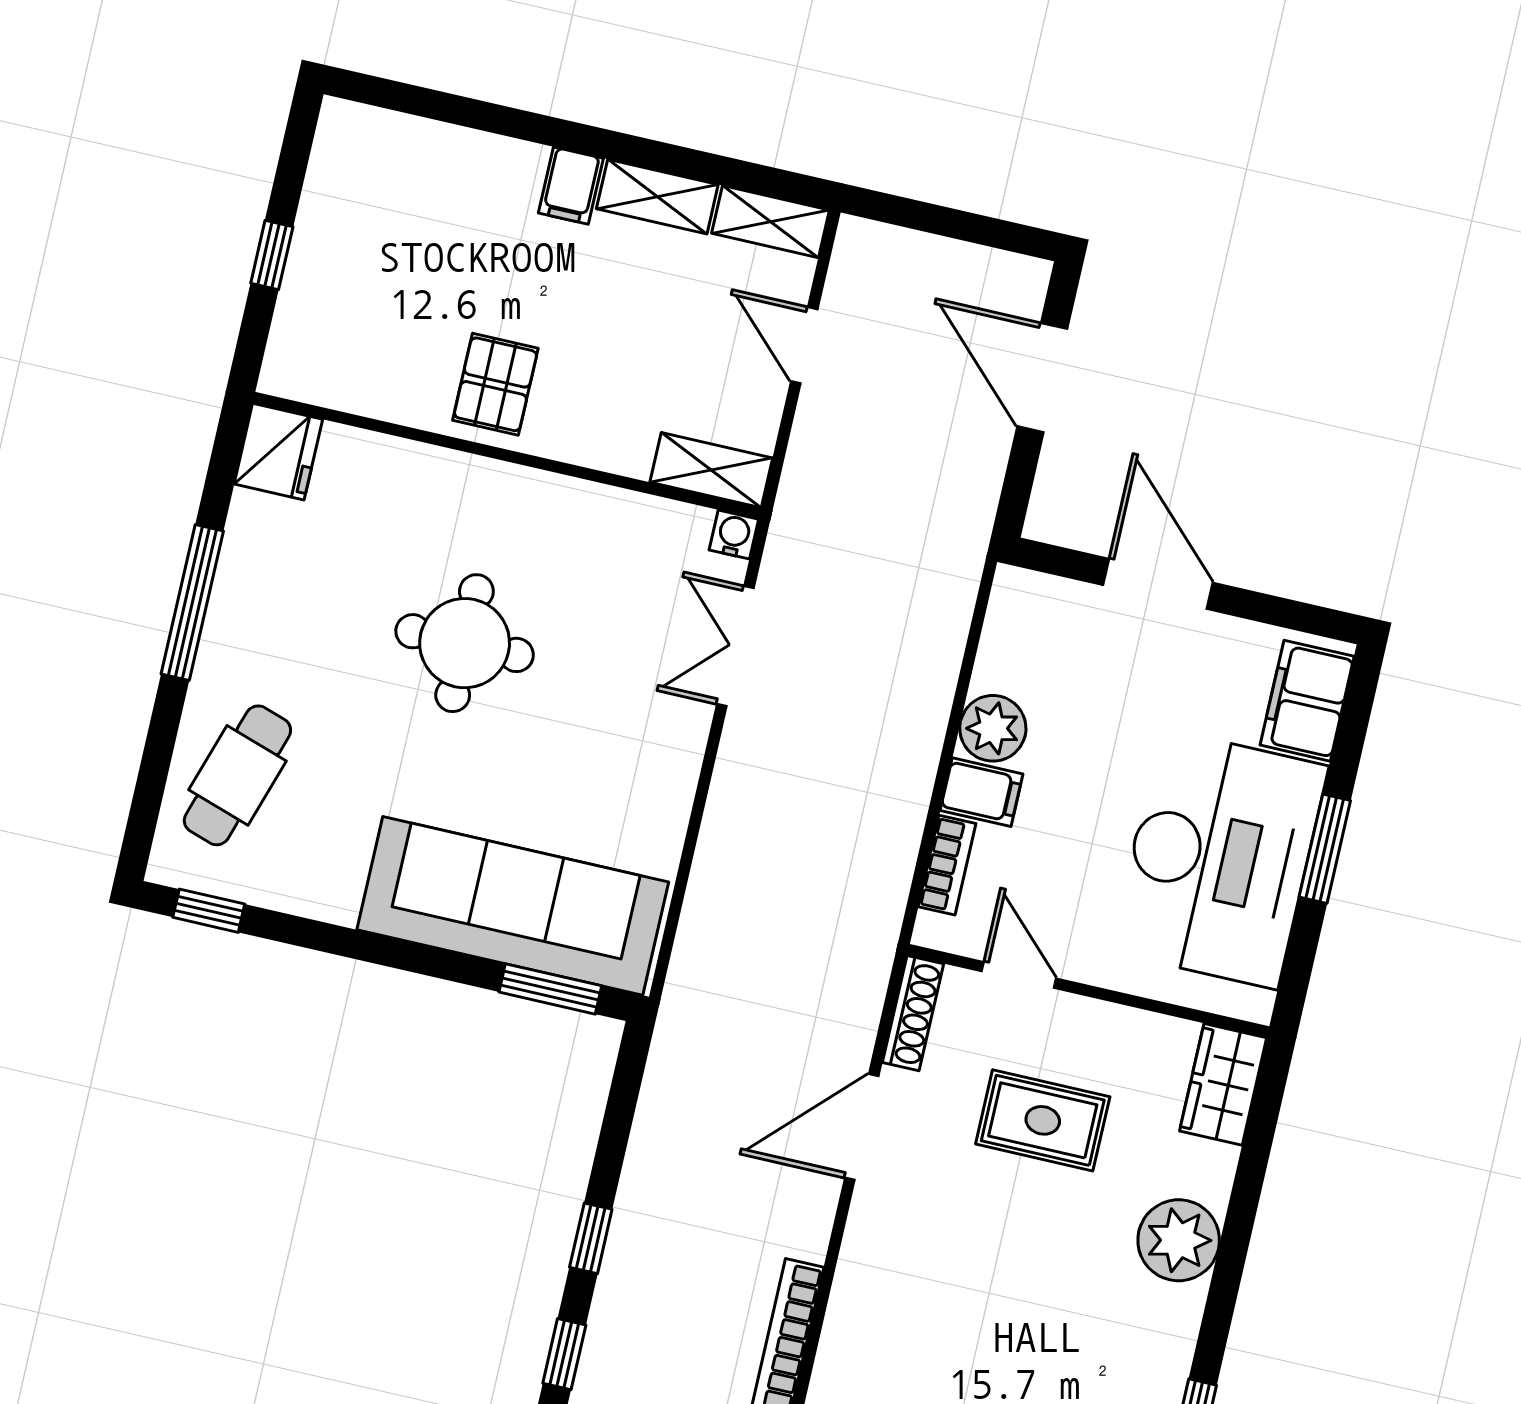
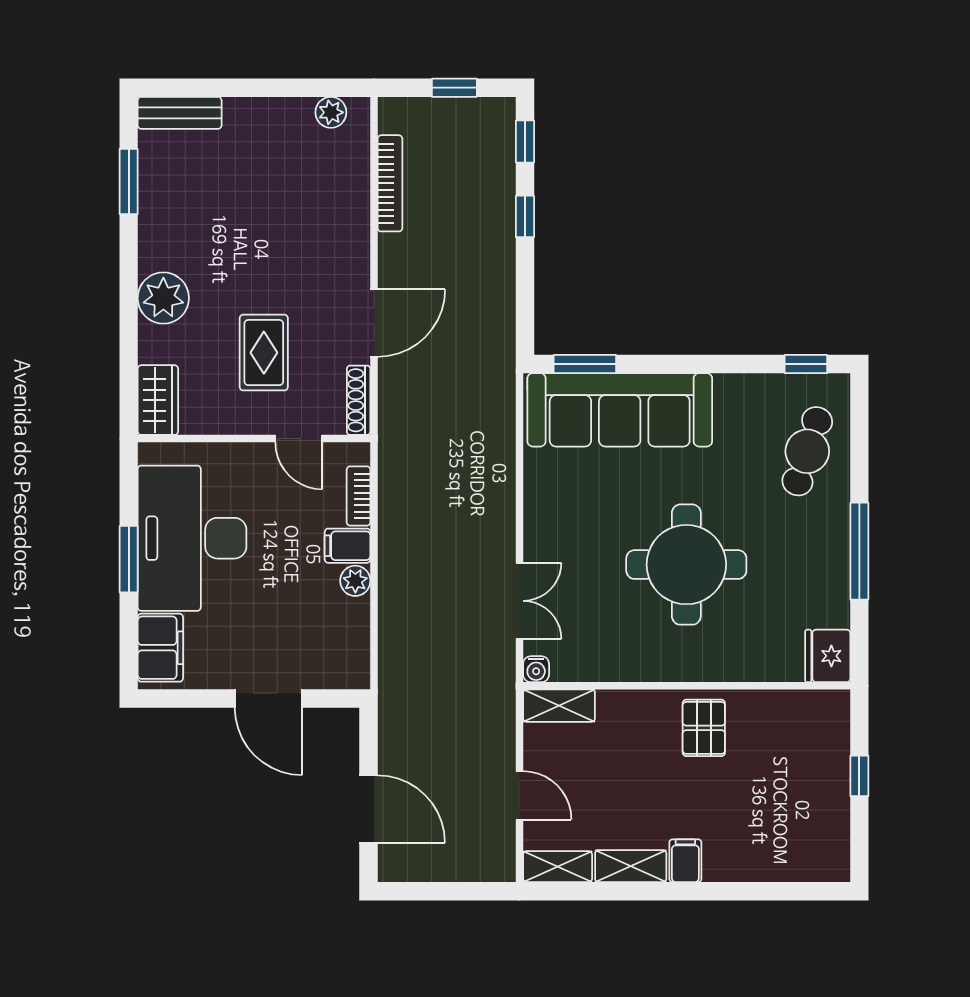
round table: (465, 643) -> (686, 565), width x1.36, depth x1.36
plant: (993, 728) -> (355, 581), width x0.73, depth x0.73
rug: (1043, 1120) -> (264, 353), turned 90

